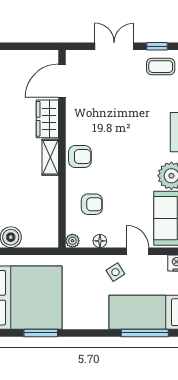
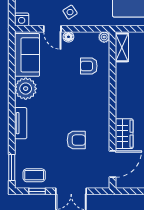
armchair: (80, 156) -> (76, 140), moved, turned 180
shelving: (50, 157) -> (122, 47), moved
floor lamp: (100, 241) -> (68, 37), moved

